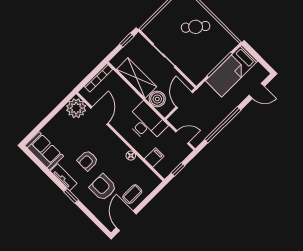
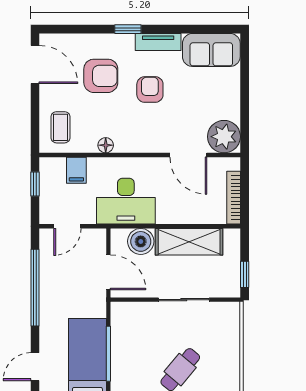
coffee table: (132, 194) -> (60, 127), moved

